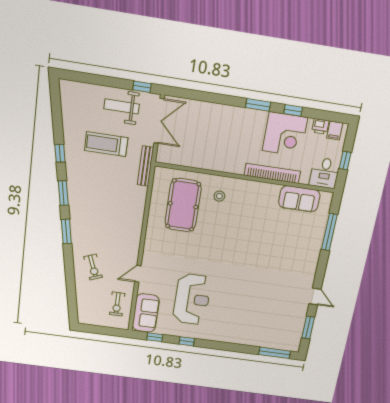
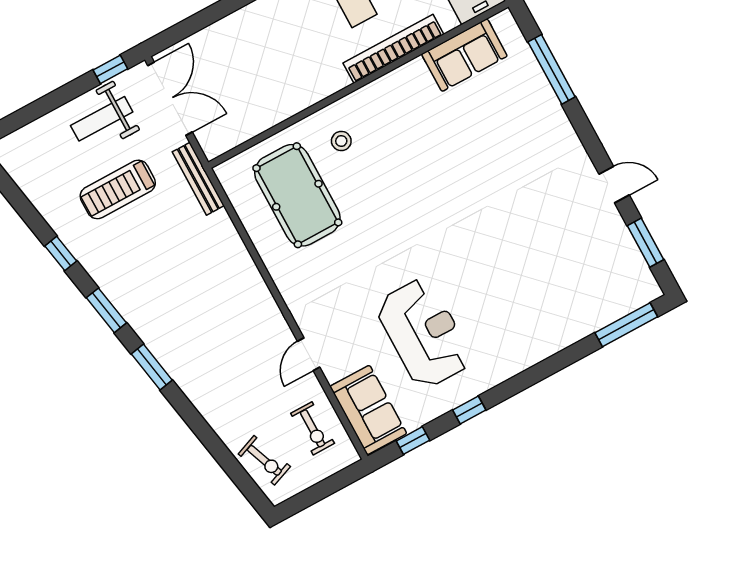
exercise bike: (93, 267) -> (264, 460), moved

